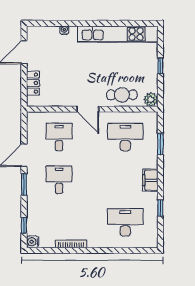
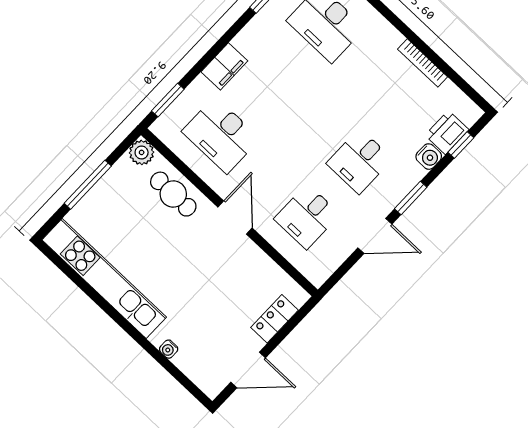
window: (160, 66) -> (88, 185), width x2.17
window: (160, 144) -> (168, 100), moved
filing cabinet: (150, 180) -> (224, 66), moved
printer: (35, 225) -> (447, 132), added
water cooler: (33, 242) -> (429, 157), moved

